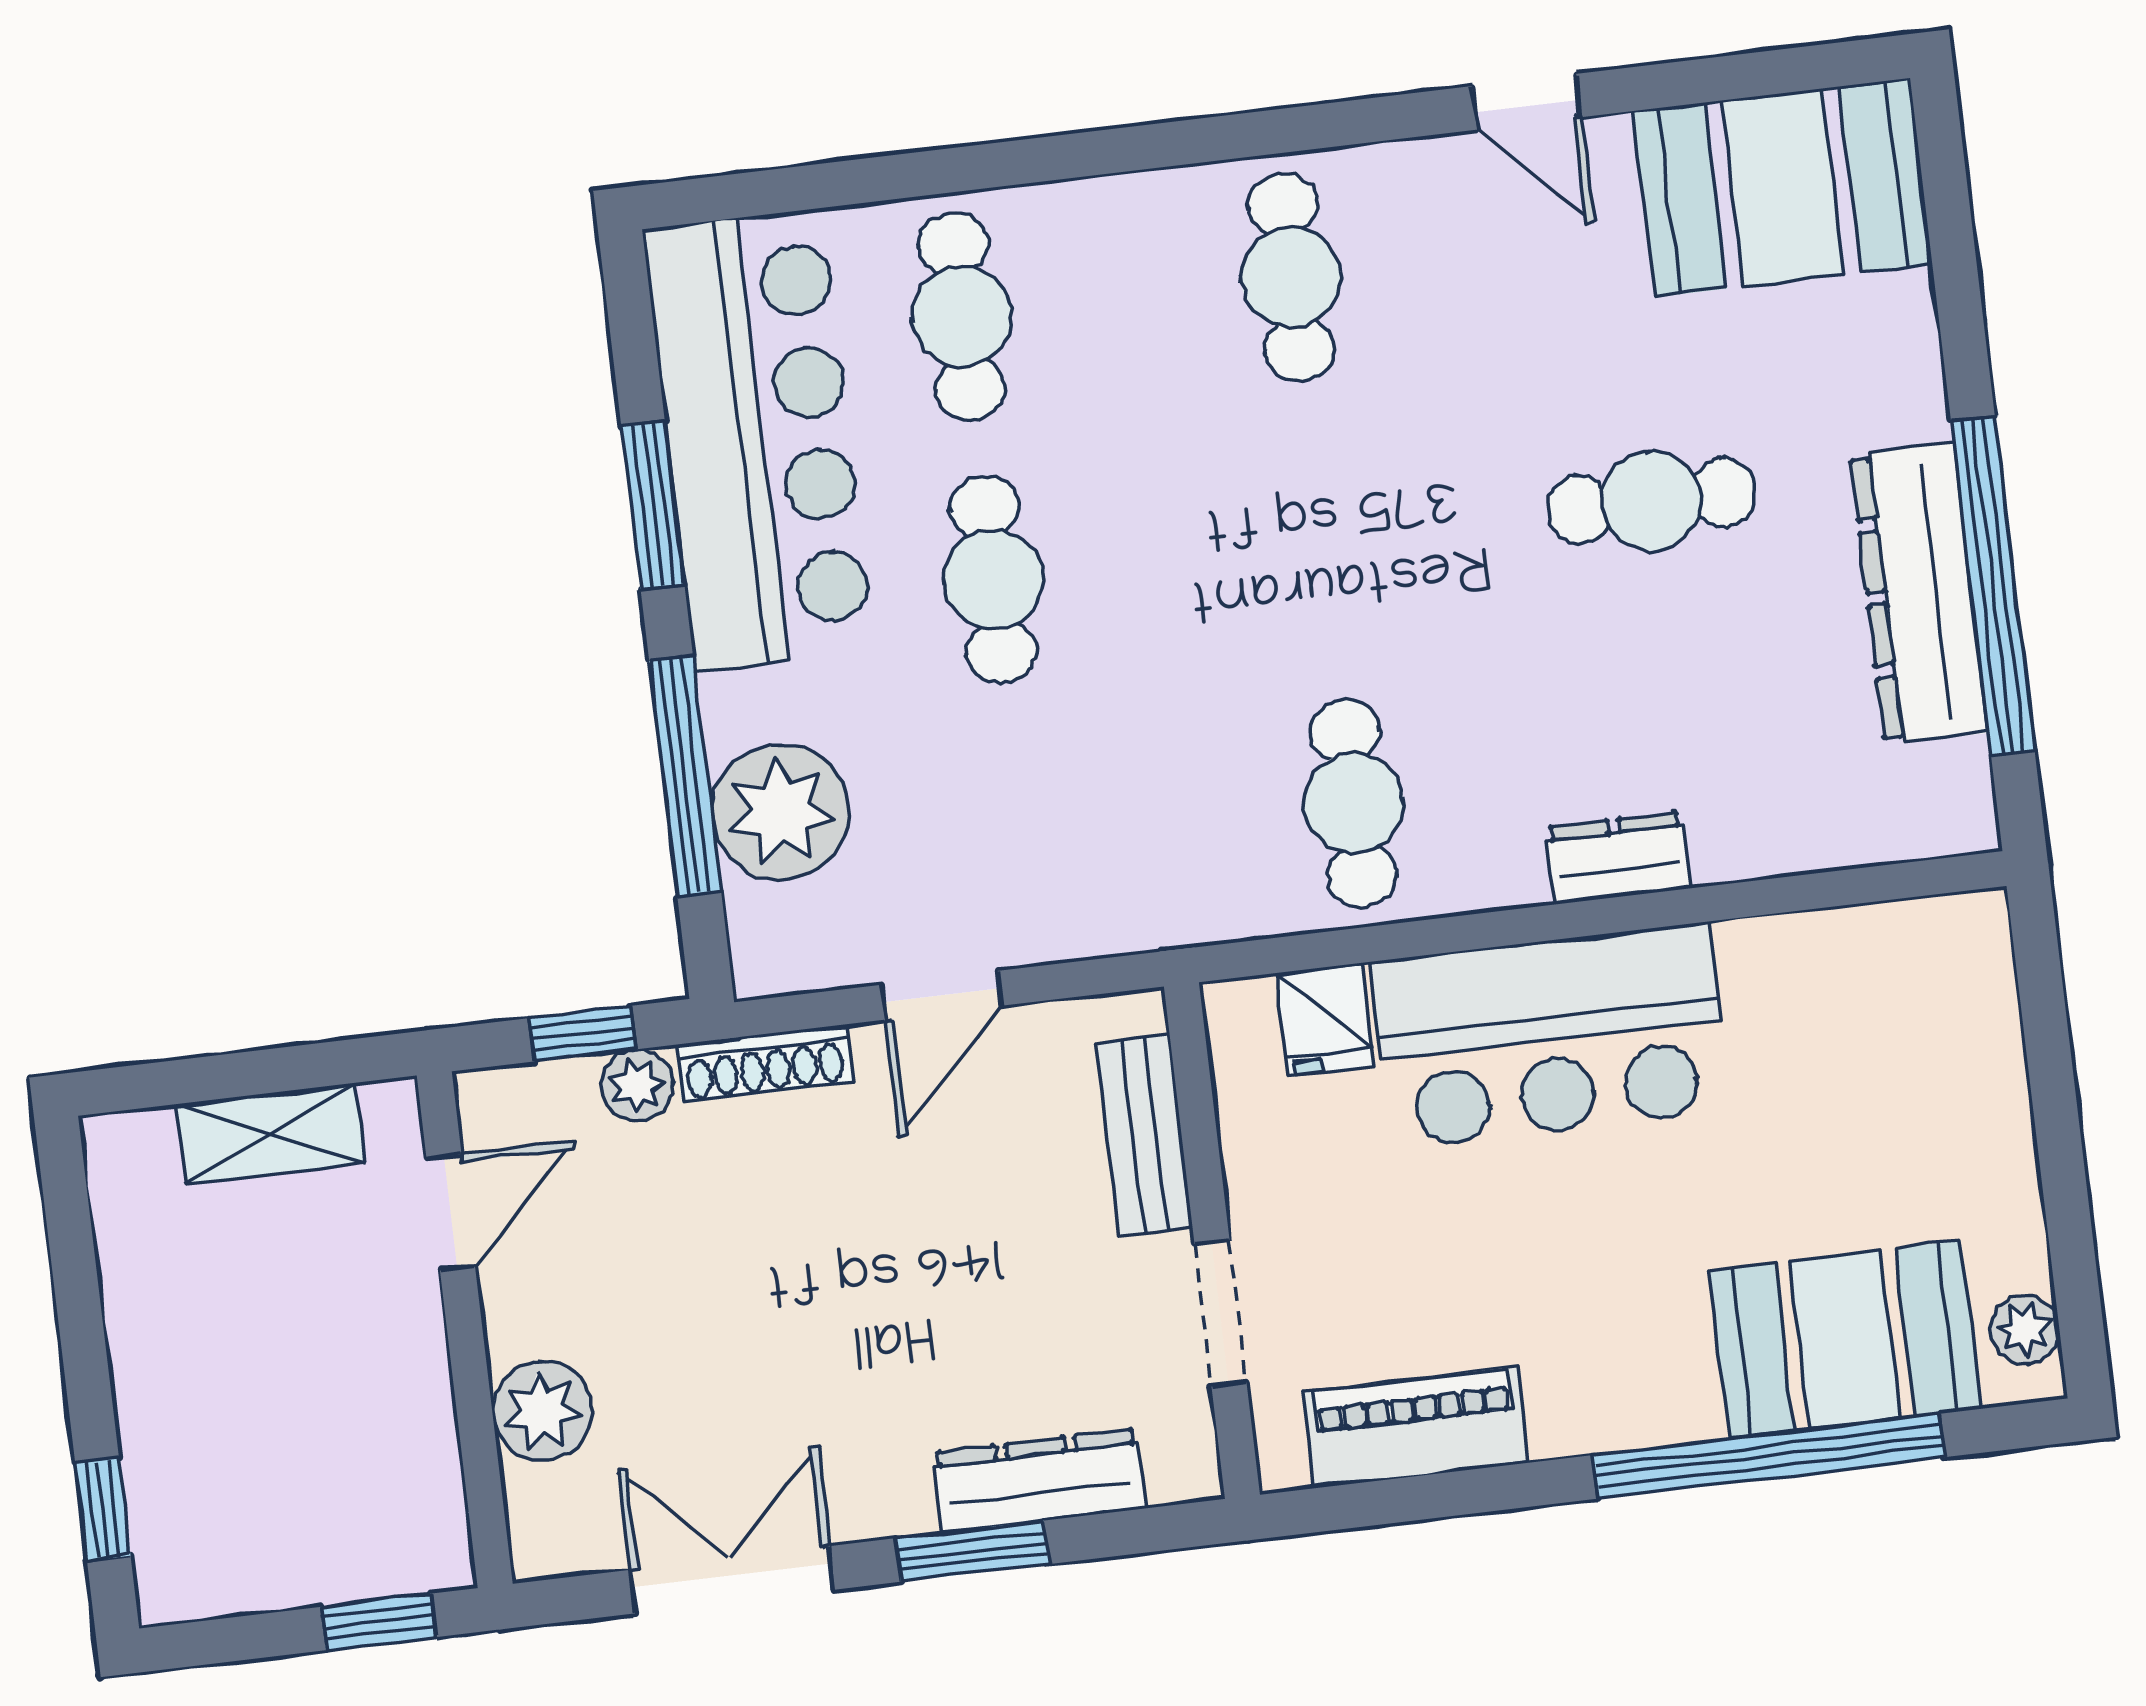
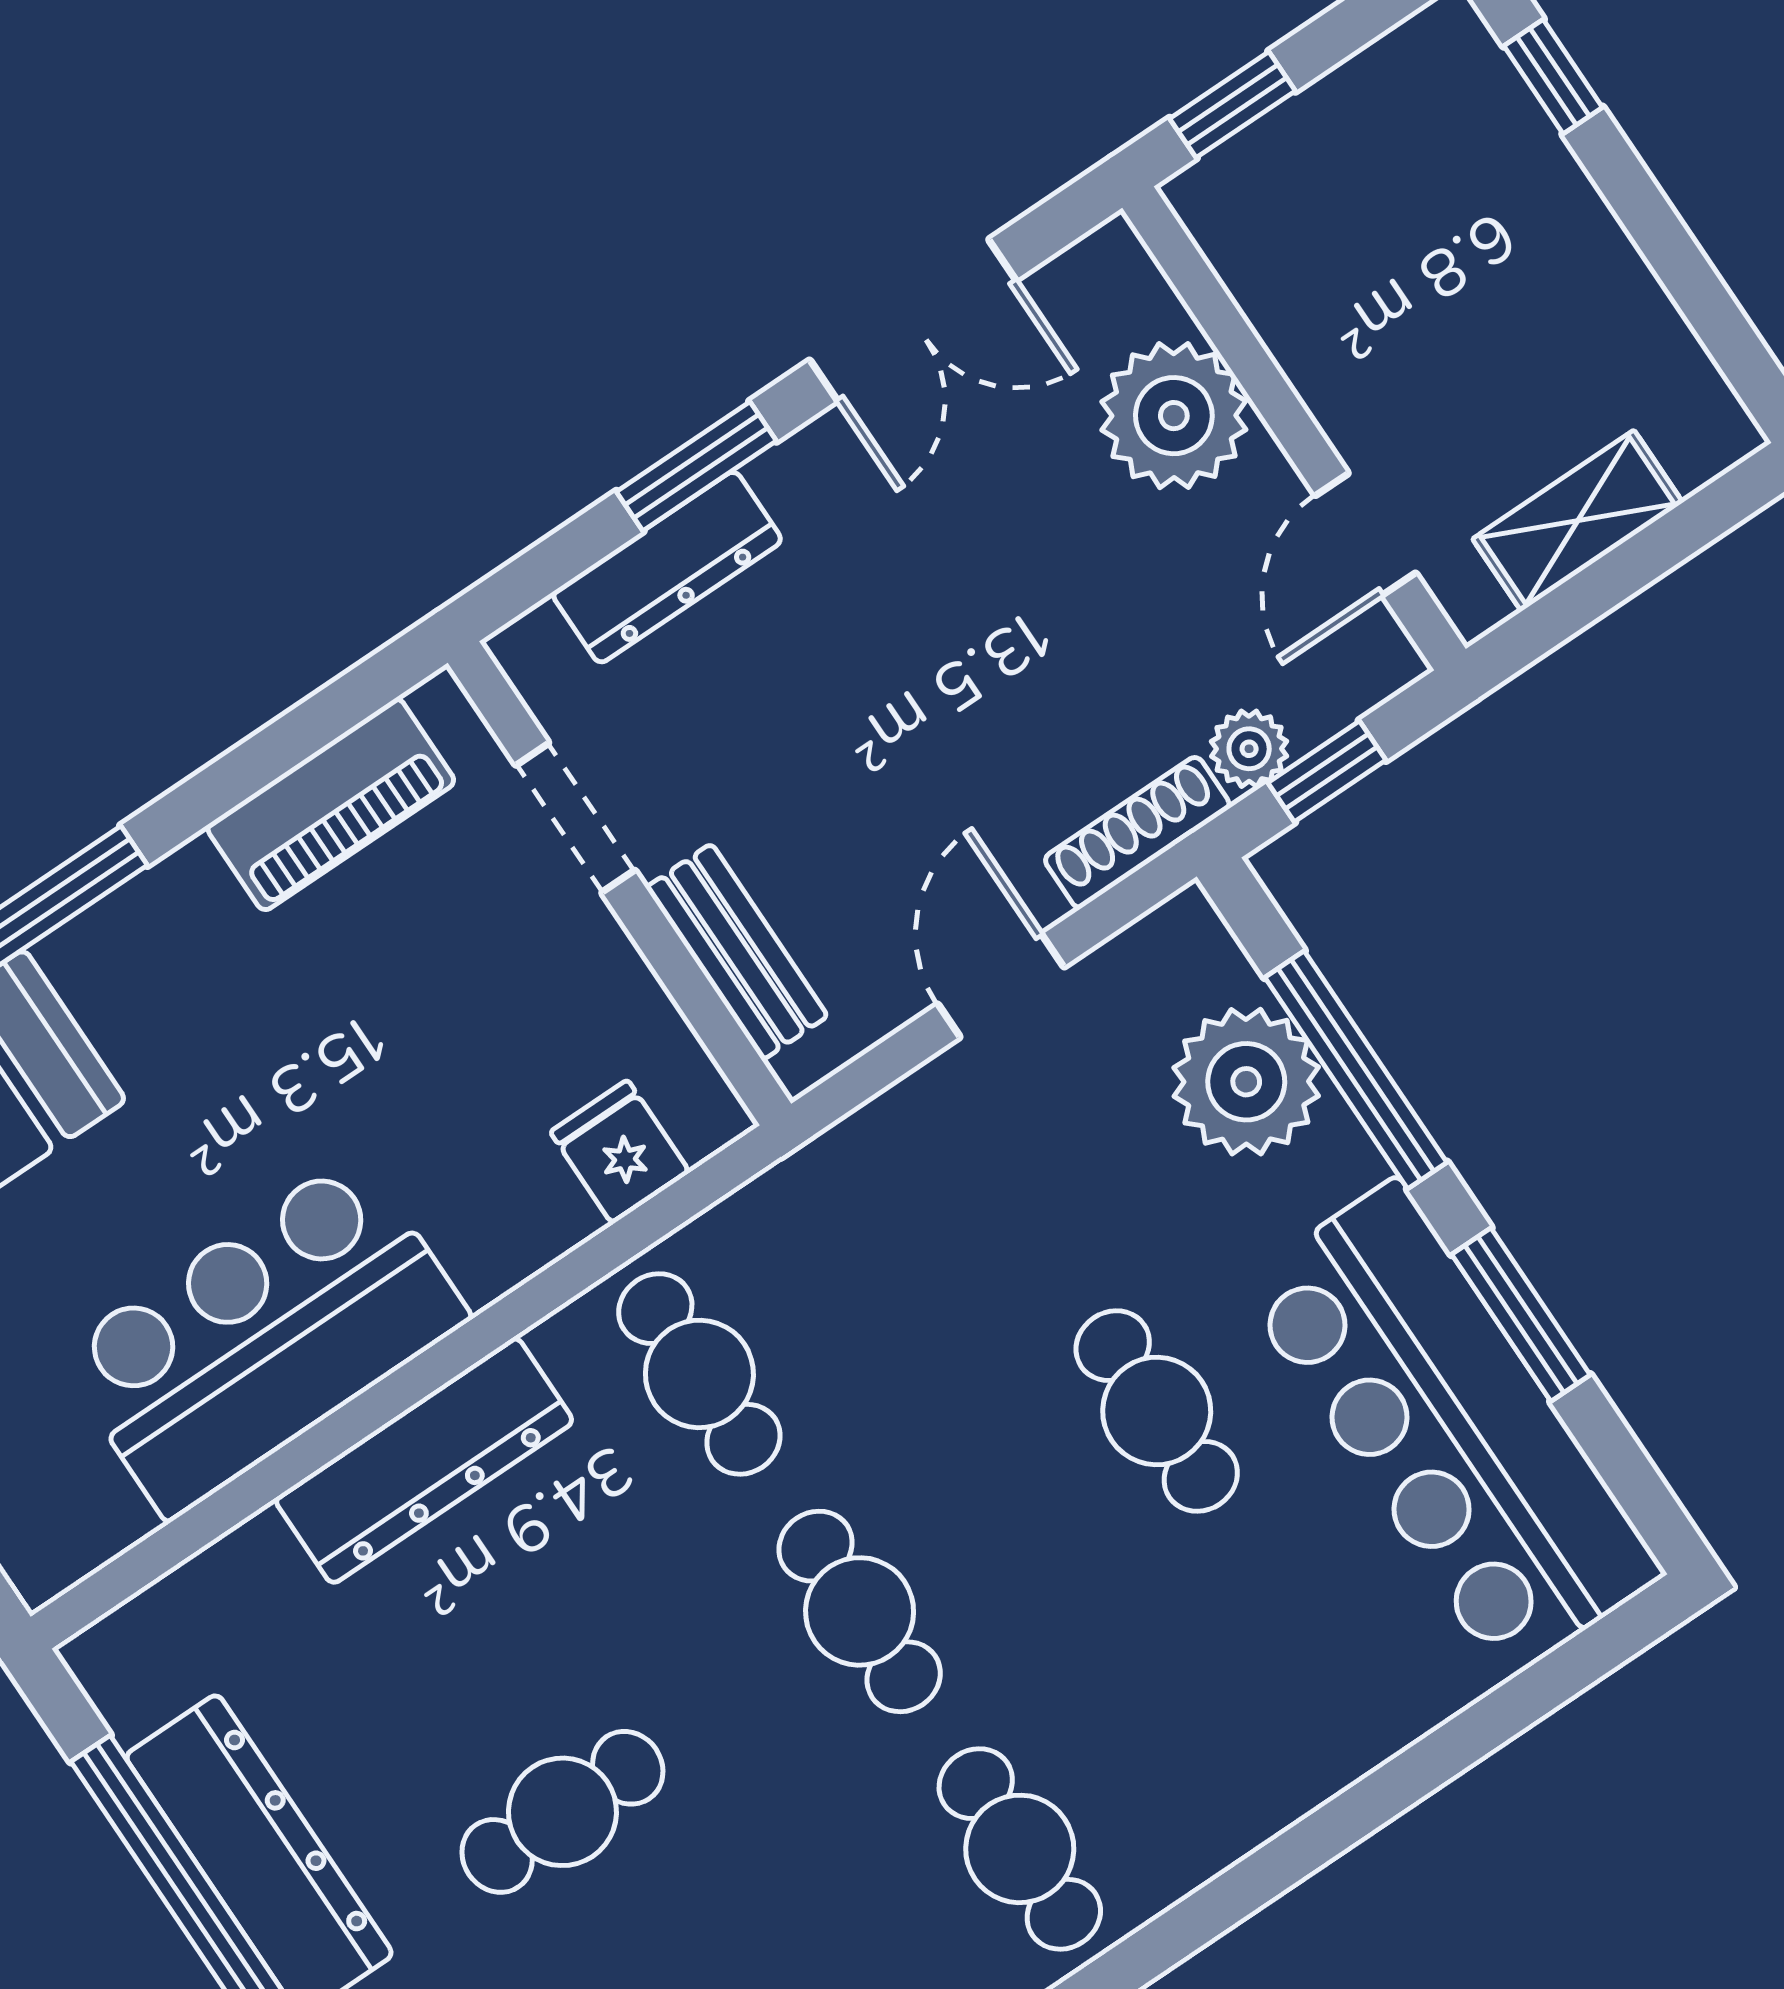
cafe table: (962, 316) -> (860, 1611), moved
dresser: (1618, 858) -> (424, 1460), width x1.96, depth x1.24
bar counter: (1550, 1036) -> (263, 1336), moved
plant: (542, 1411) -> (1174, 416), width x1.36, depth x1.36

